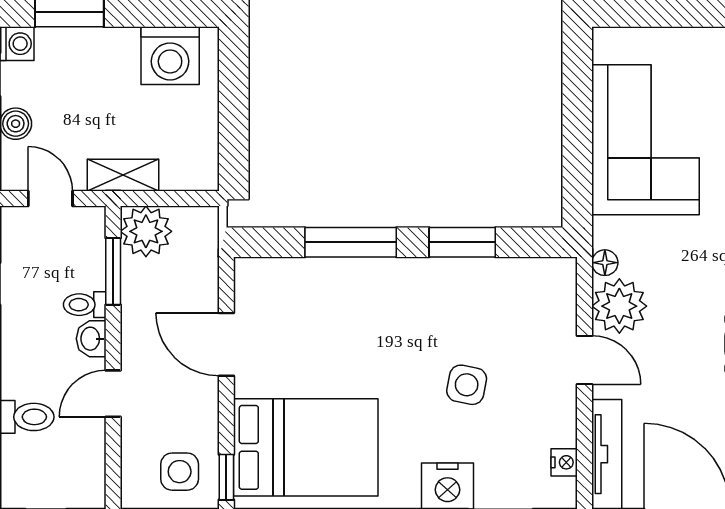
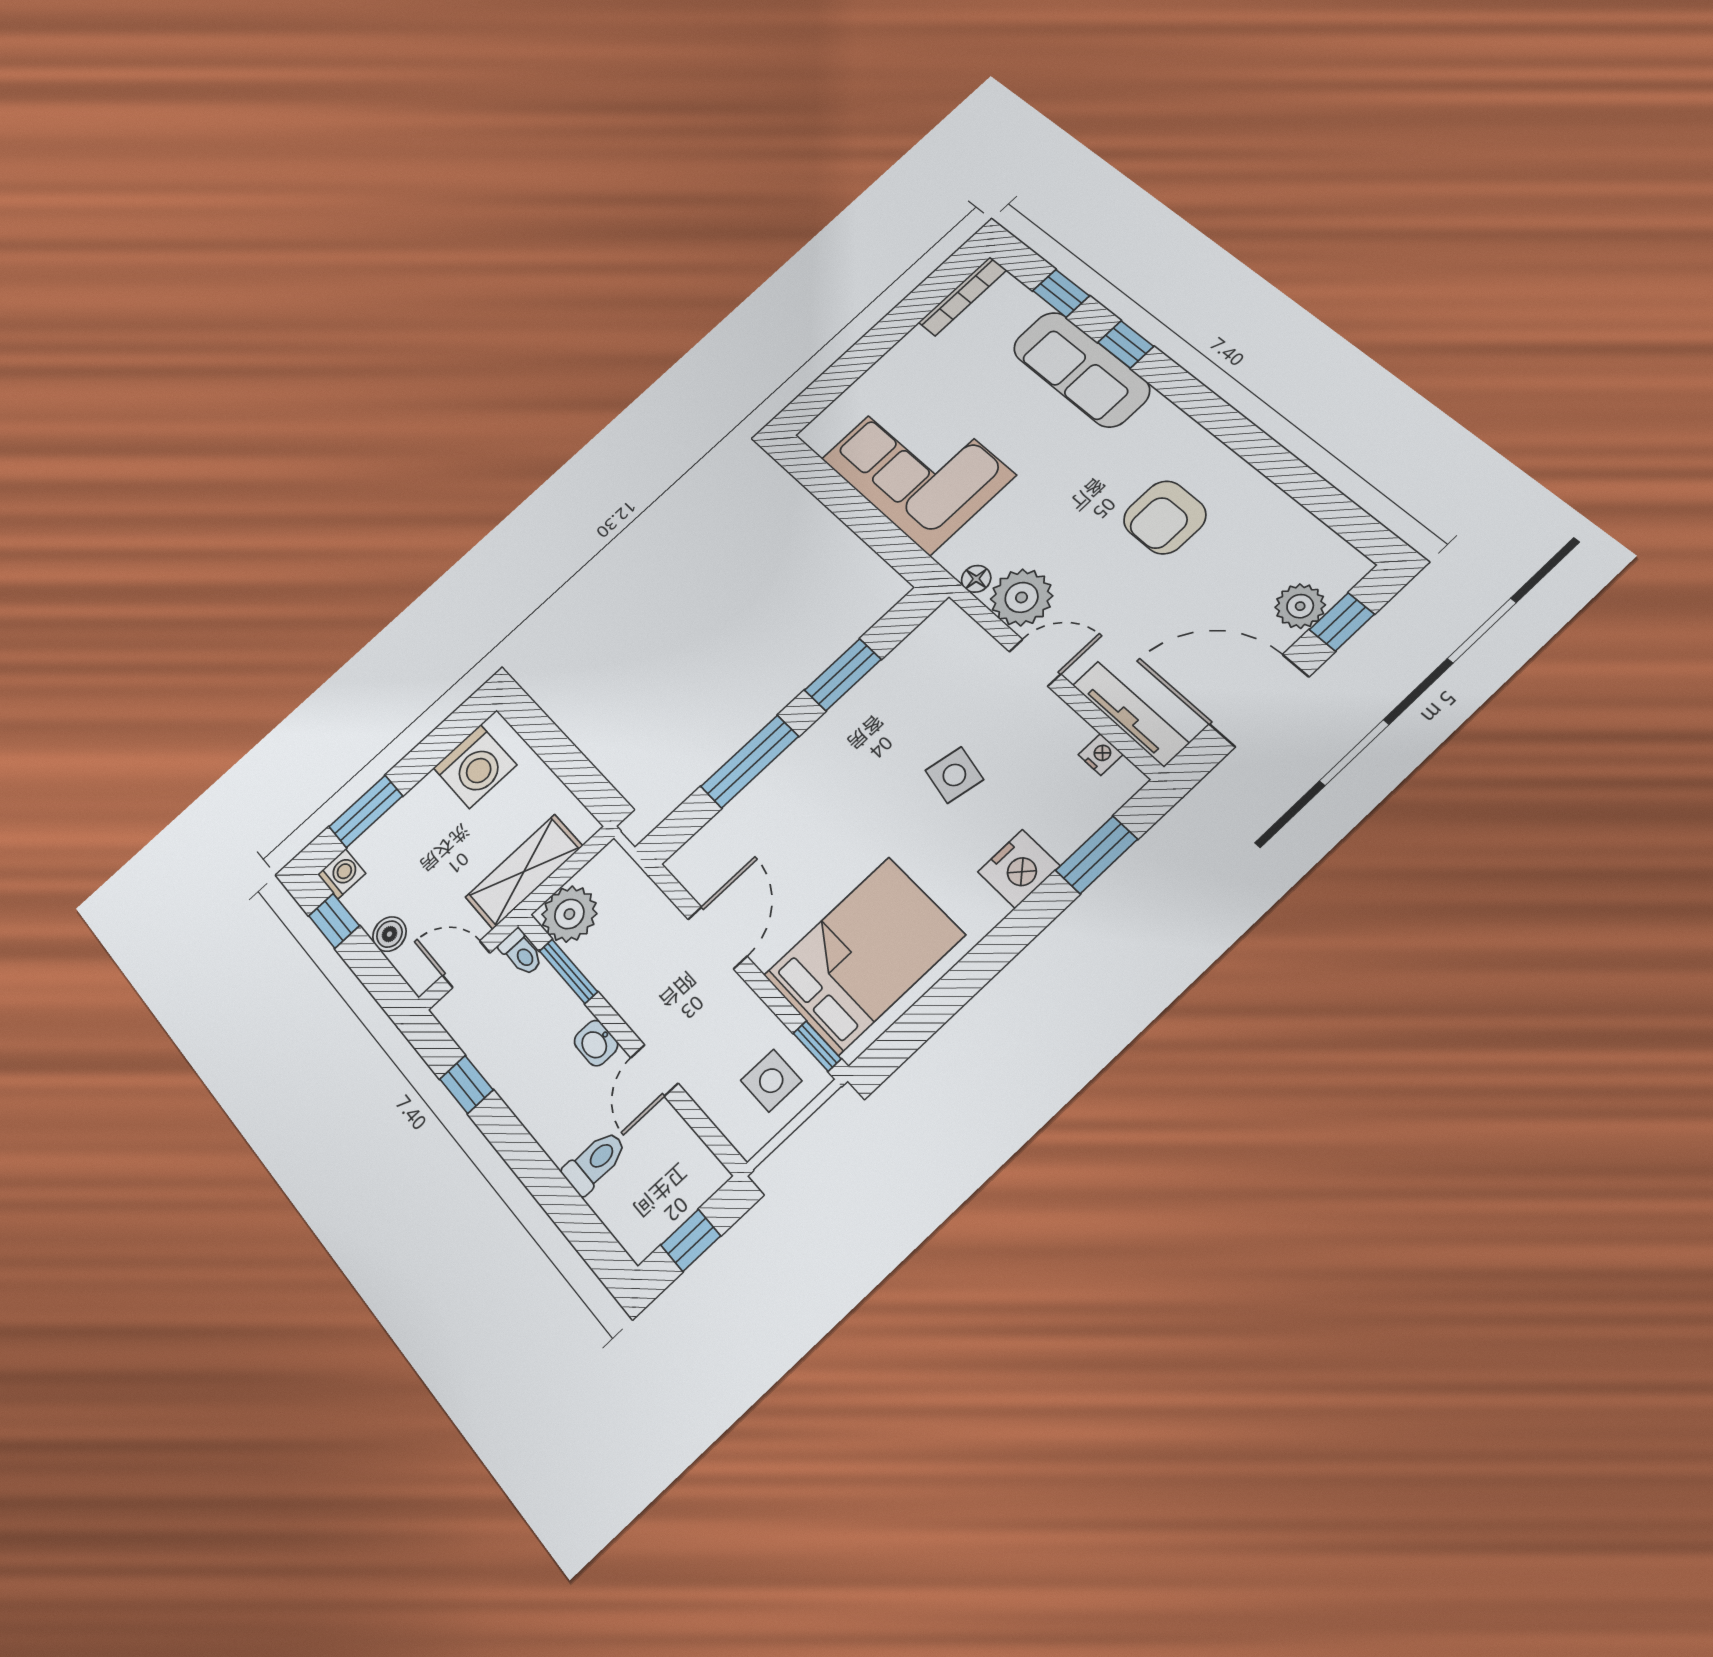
shelving: (123, 175) -> (524, 872), width x1.50, depth x1.33
toilet: (85, 305) -> (521, 953), moved, turned -90
door: (226, 344) -> (717, 938), swing flipped

